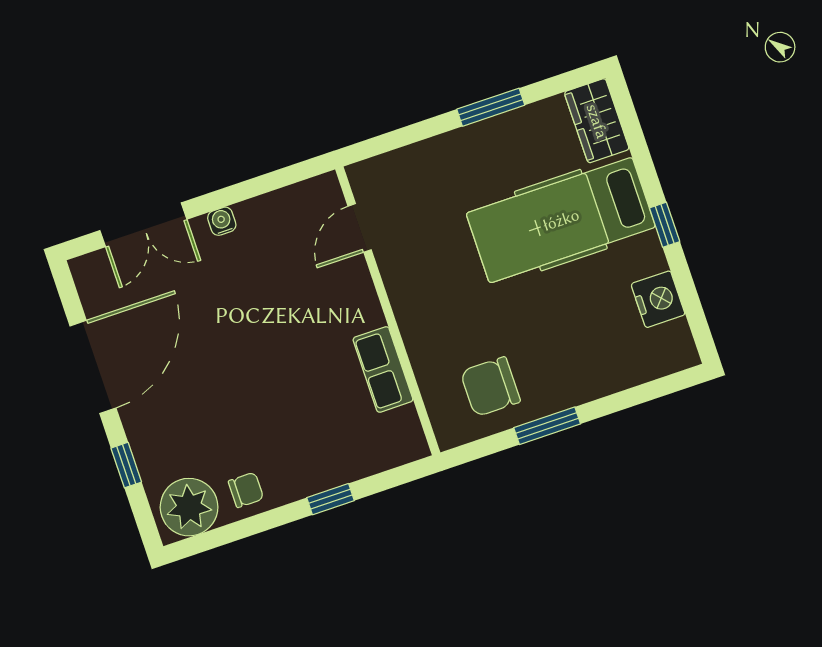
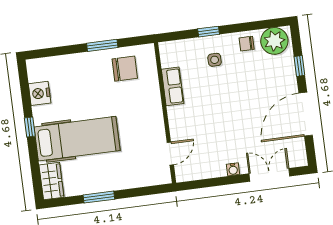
side table: (306, 443) -> (215, 60), added

